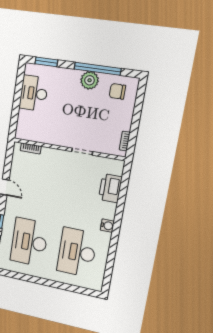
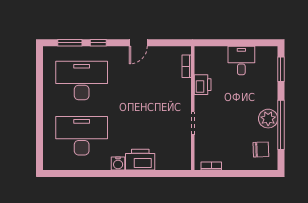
chair: (117, 91) -> (261, 149), turned 88
desk: (34, 93) -> (241, 61), width x0.73
printer: (49, 137) -> (203, 85), added
printer: (110, 188) -> (140, 160), moved

